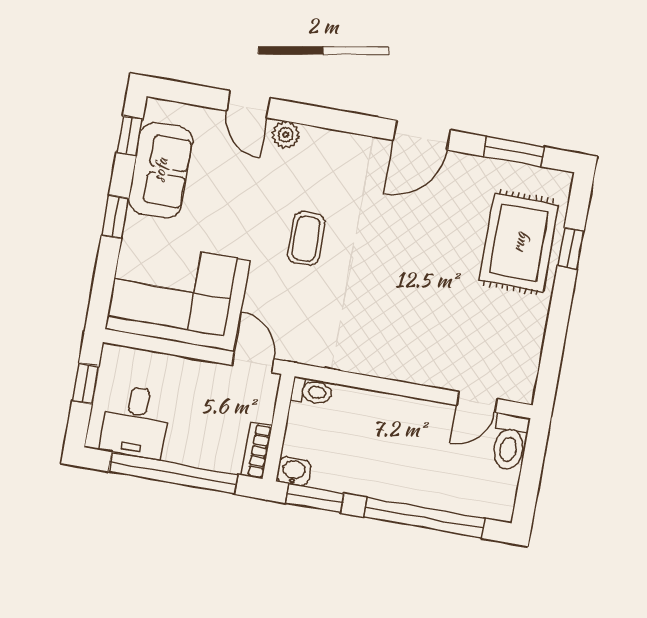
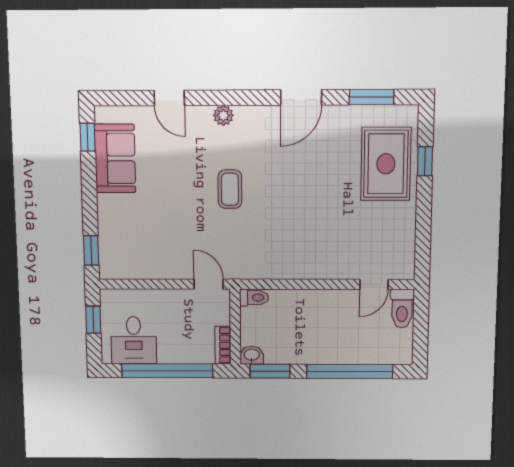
plant: (286, 135) -> (223, 115), moved
window: (115, 217) -> (91, 250), moved
corner sofa: (178, 295) -> (145, 246), removed

